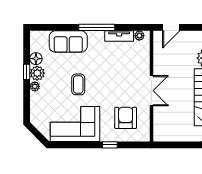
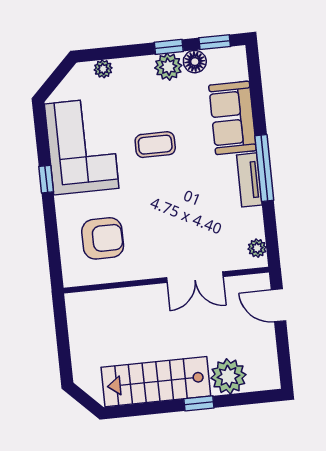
tv unit: (119, 36) -> (249, 180), moved
window: (27, 47) -> (215, 42), added
plant: (35, 86) -> (103, 69), moved
double door: (151, 91) -> (195, 277), moved
window: (110, 145) -> (46, 179), moved

